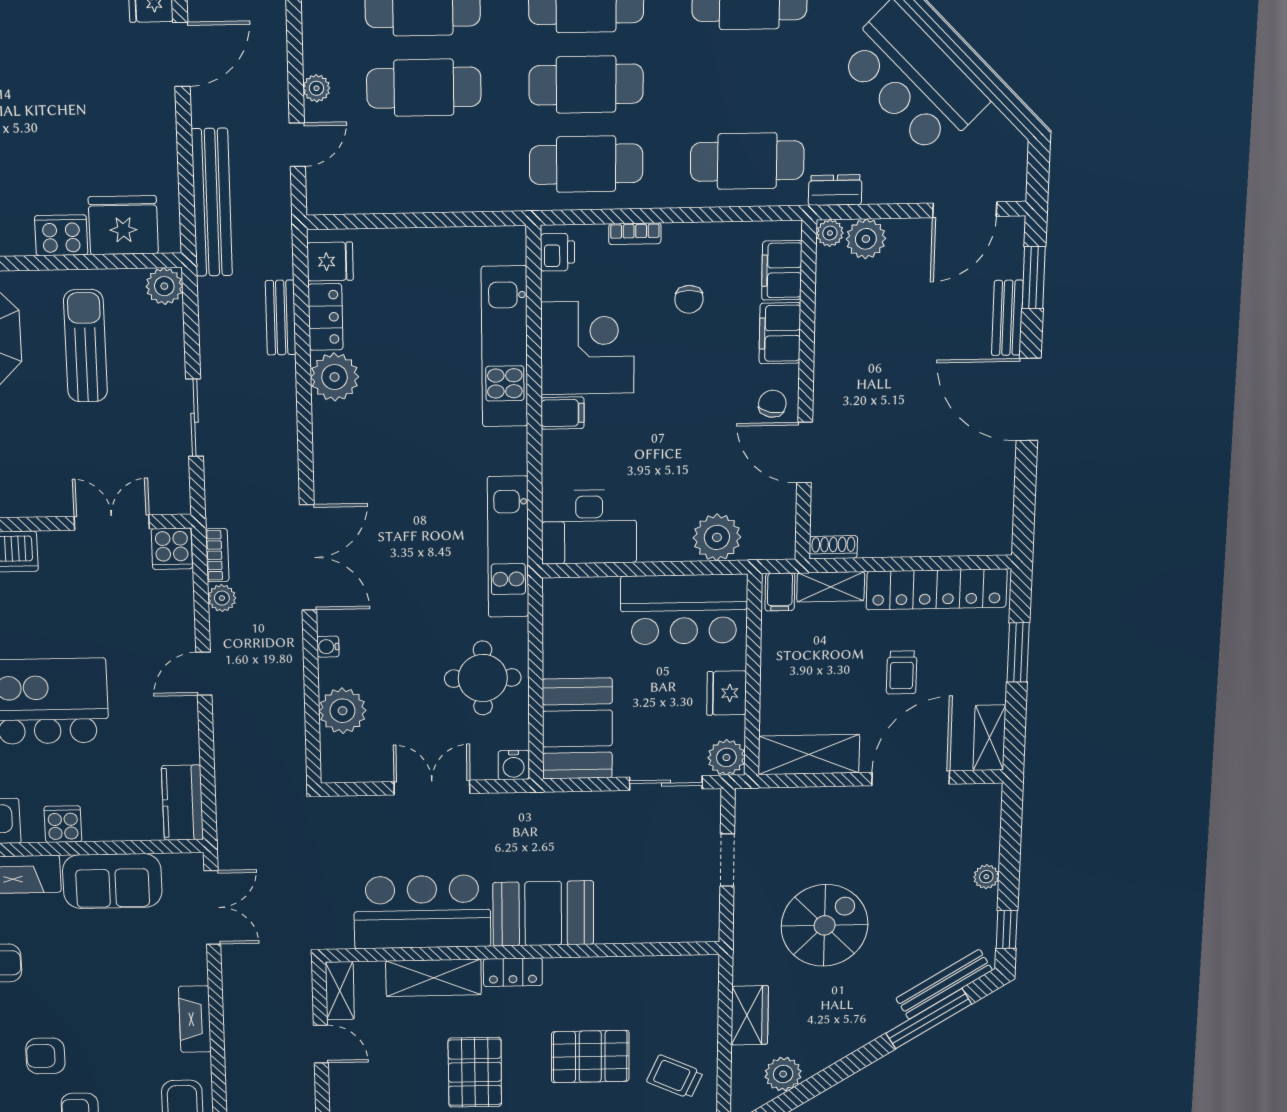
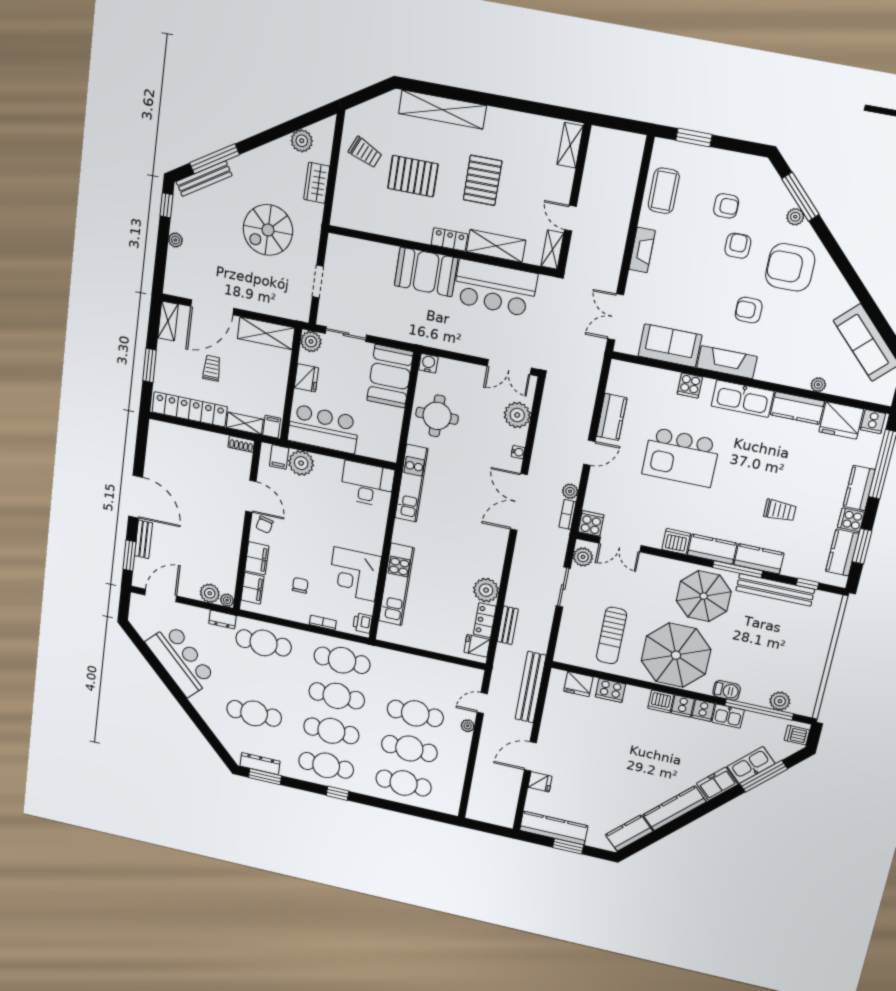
fridge: (123, 225) -> (578, 684), width x0.73, depth x0.75
plant: (164, 286) -> (583, 557), moved
filing cabinet: (563, 413) -> (279, 457), moved, turned -90
double door: (432, 788) -> (509, 367), moved
kitchen counter: (182, 803) -> (612, 417), moved
armchair: (45, 1056) -> (738, 246), turned -90

